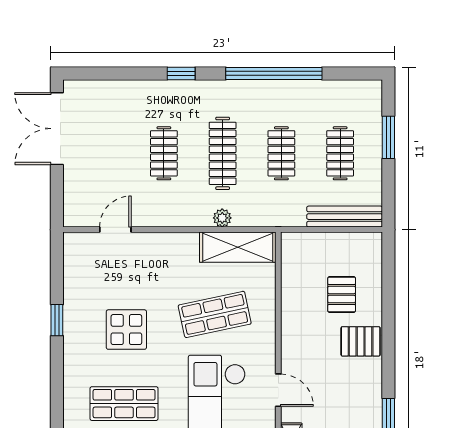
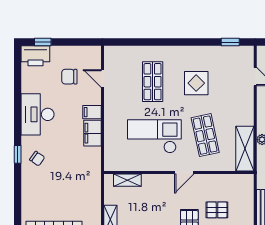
window: (57, 320) -> (230, 42), moved
door: (278, 390) -> (184, 173), moved

